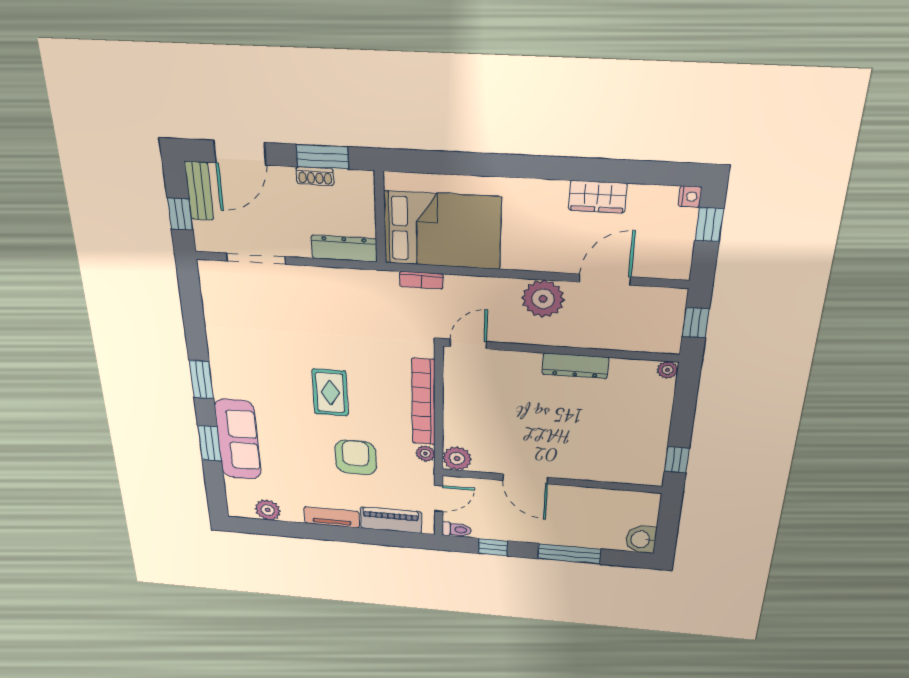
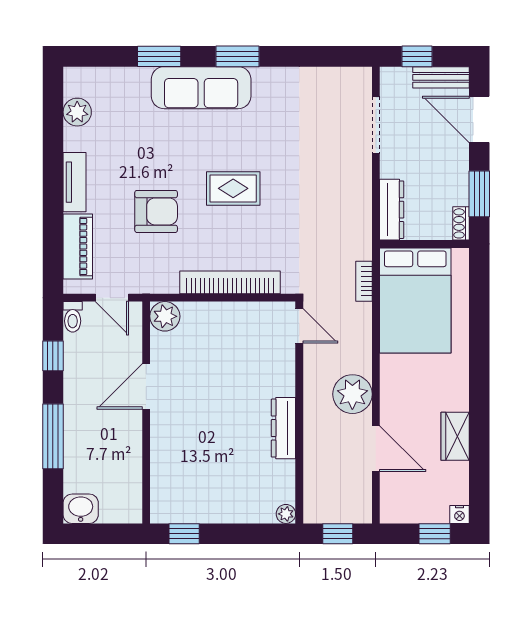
shoe rack: (315, 176) -> (461, 223), moved
sofa: (238, 440) -> (201, 88), moved
plant: (425, 453) -> (168, 284), removed

